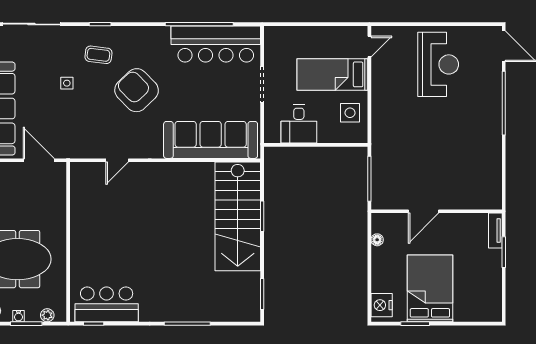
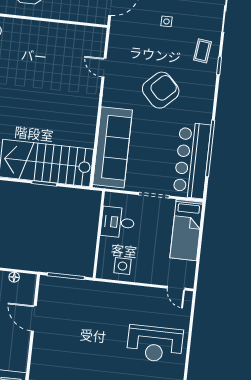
coffee table: (98, 55) -> (202, 51), moved
bed: (332, 74) -> (186, 230), moved, turned 180
side table: (67, 83) -> (166, 21), moved

